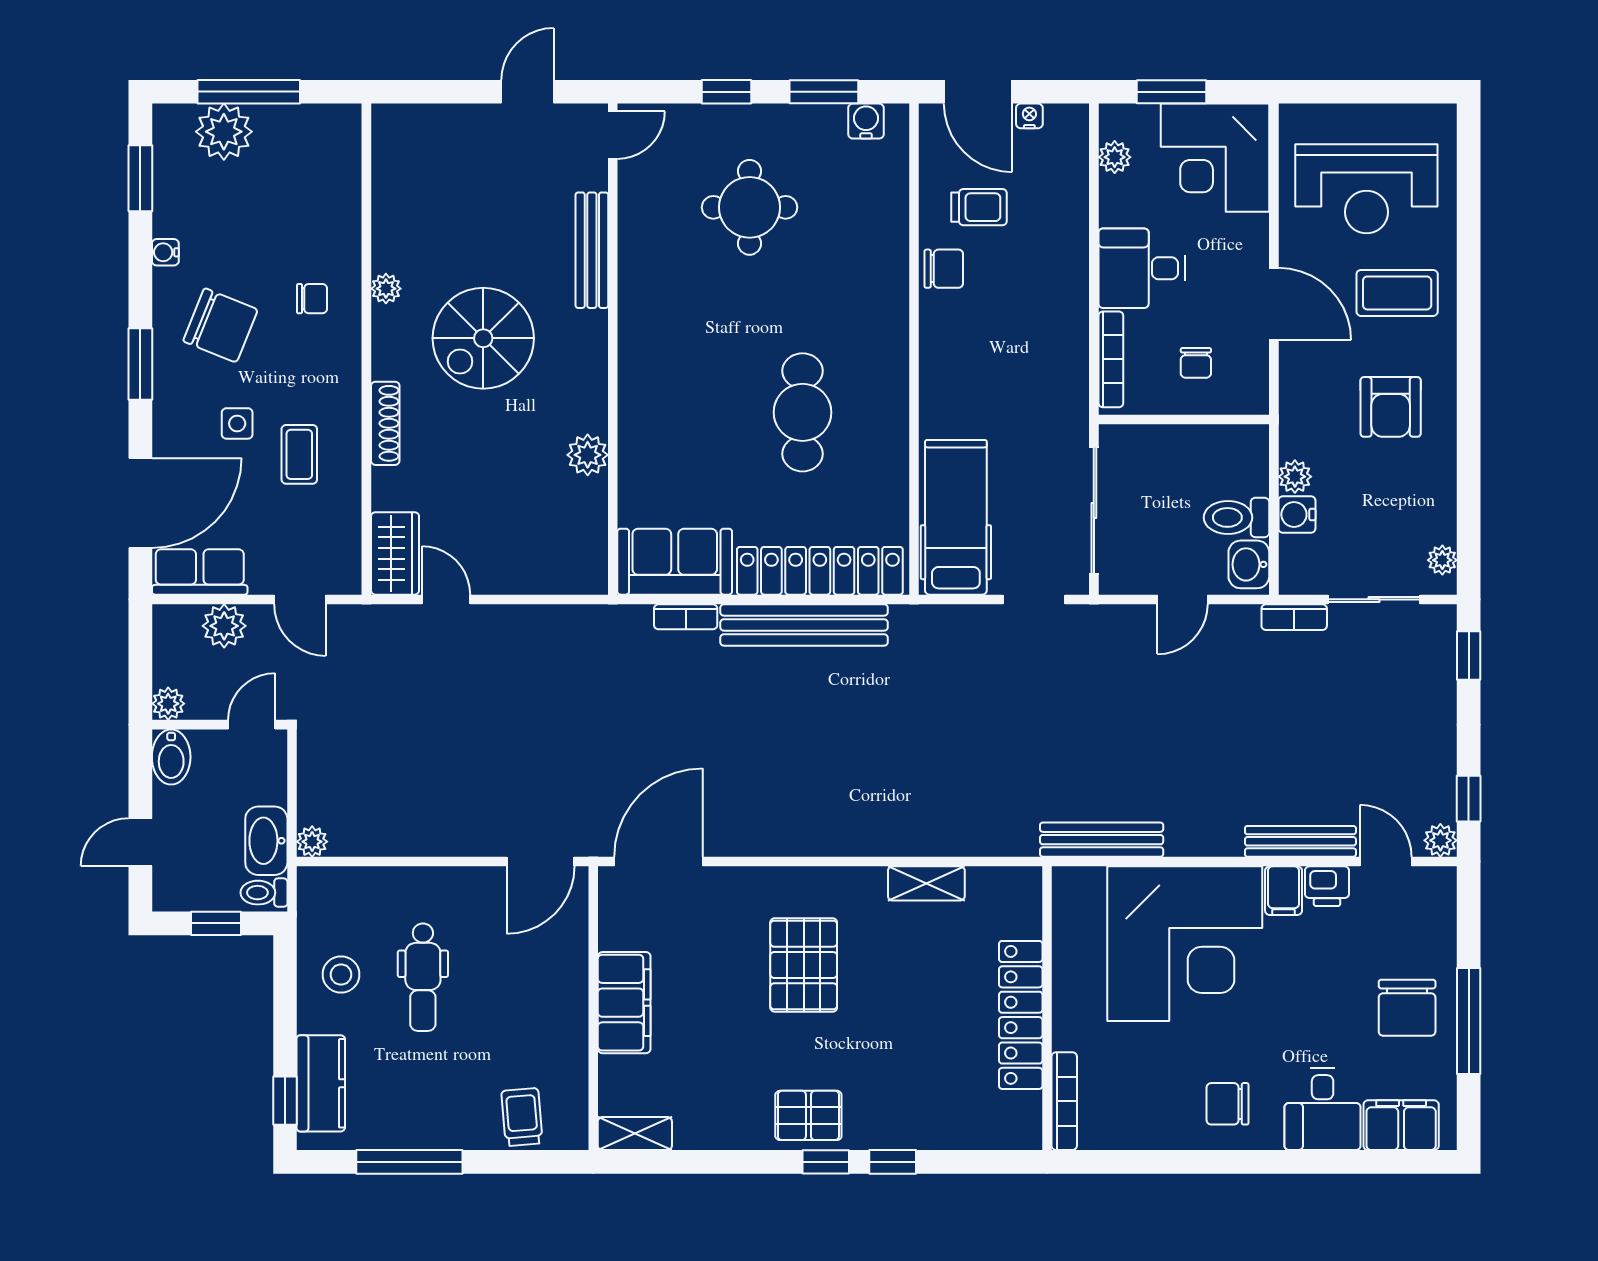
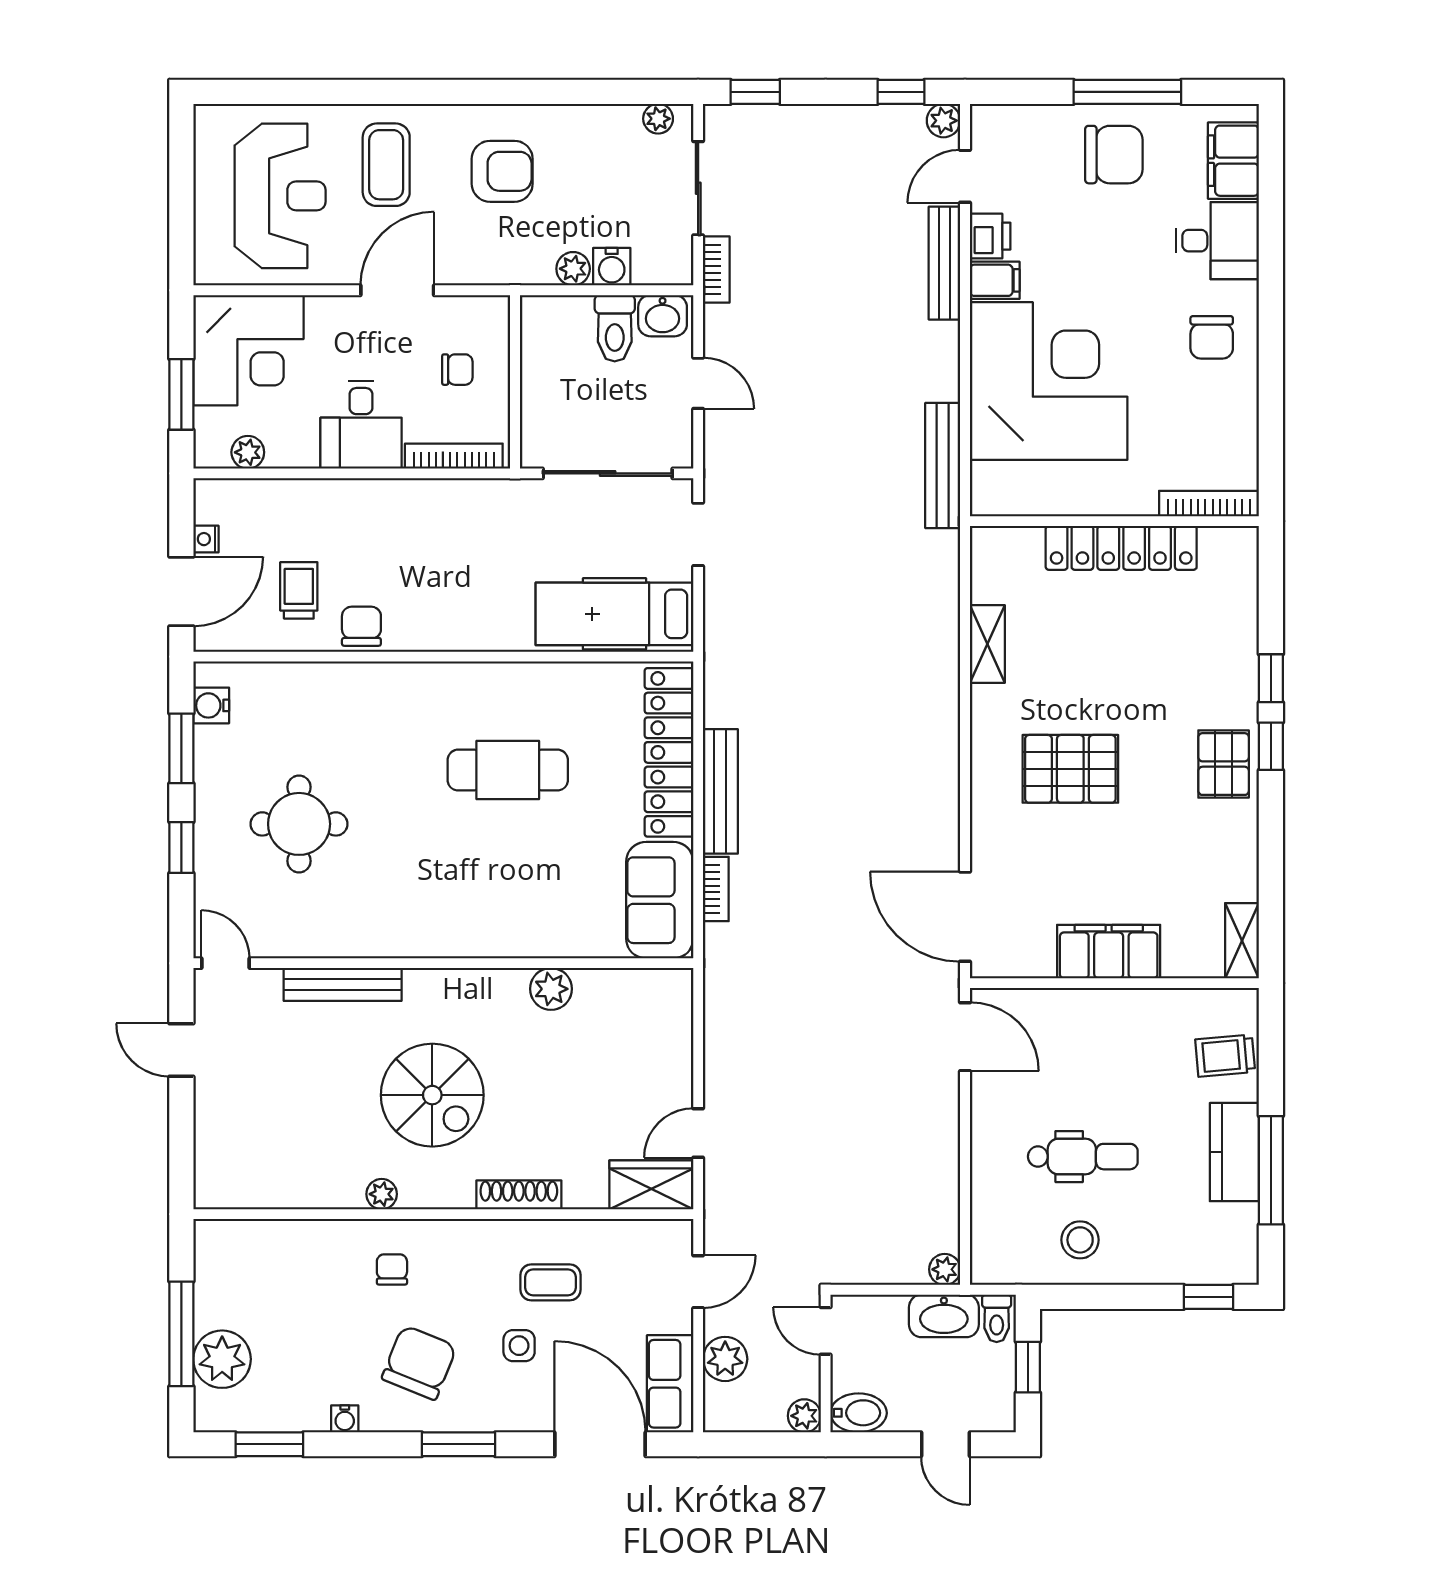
bench: (804, 625) -> (720, 791), width x0.73, depth x0.82
kitchen counter: (321, 1083) -> (1234, 1152), moved, turned -90

